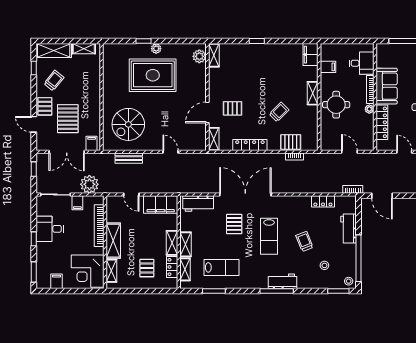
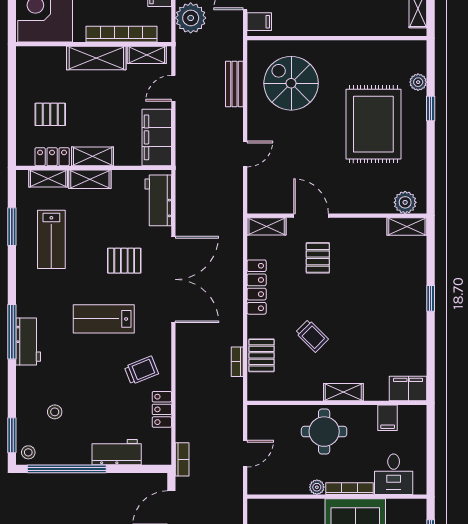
plant: (156, 49) -> (418, 82), moved
locker: (382, 122) -> (295, 508), removed
trolley: (304, 241) -> (141, 370), moved
shelving: (111, 271) -> (147, 55), moved

